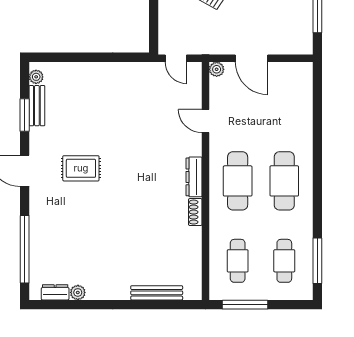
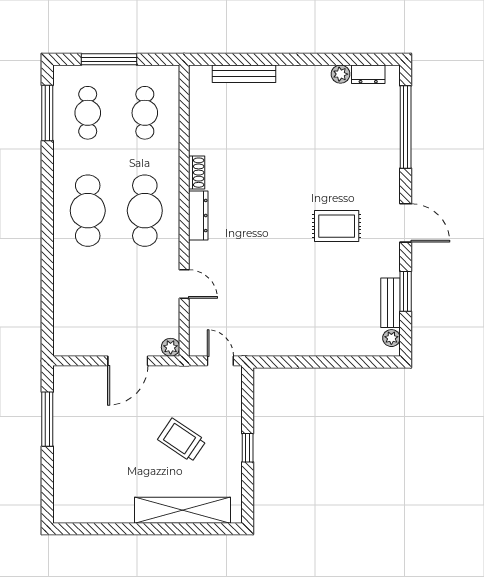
door: (252, 58) -> (128, 361), swing flipped
window: (245, 305) -> (109, 59), moved

